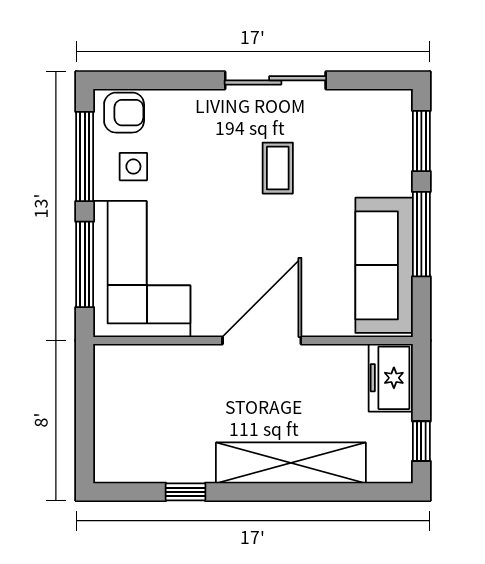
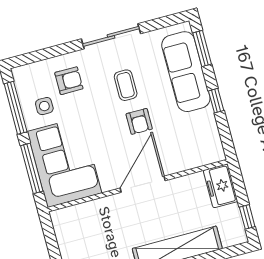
armchair: (124, 113) -> (69, 81), moved
armchair: (284, 234) -> (139, 121), added
window: (421, 234) -> (216, 101), width x0.46
sofa: (384, 265) -> (186, 72), moved

